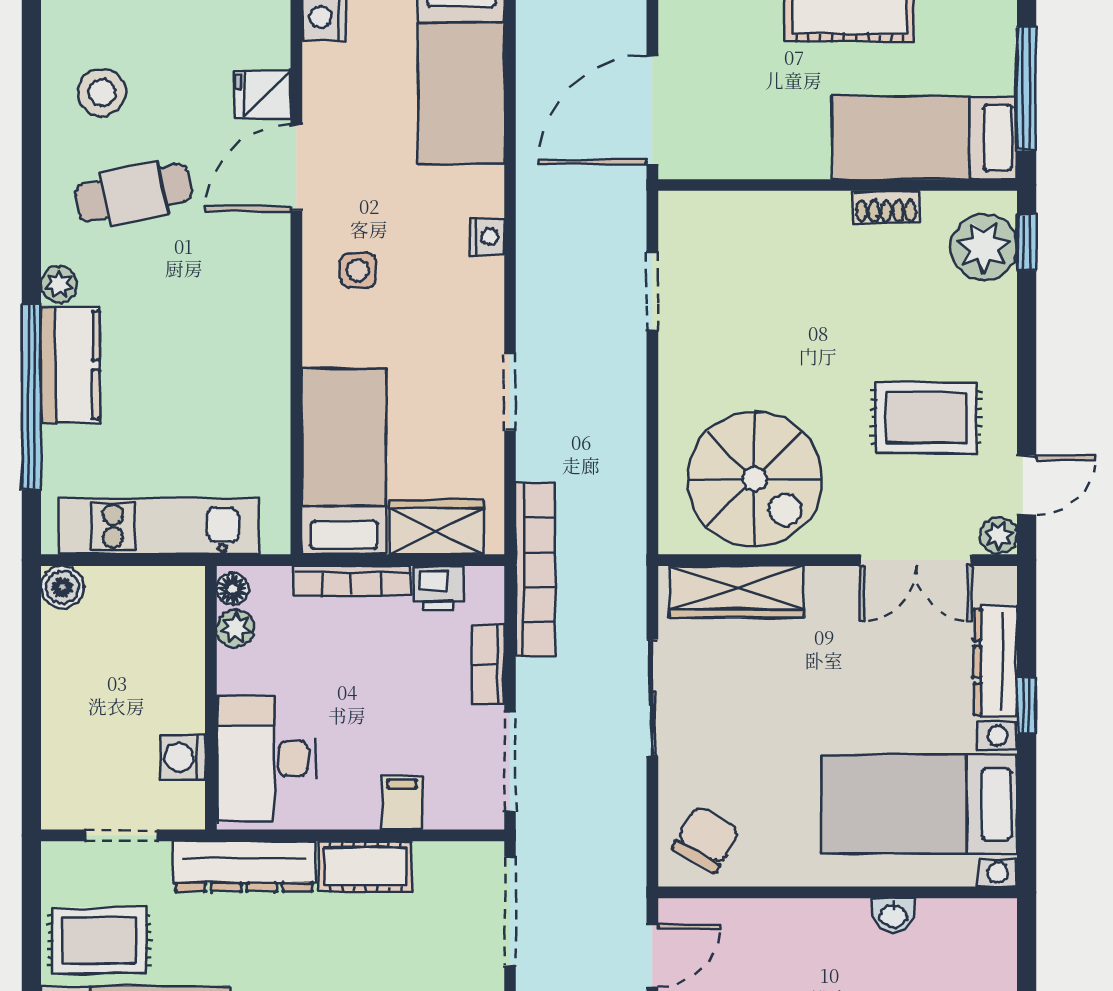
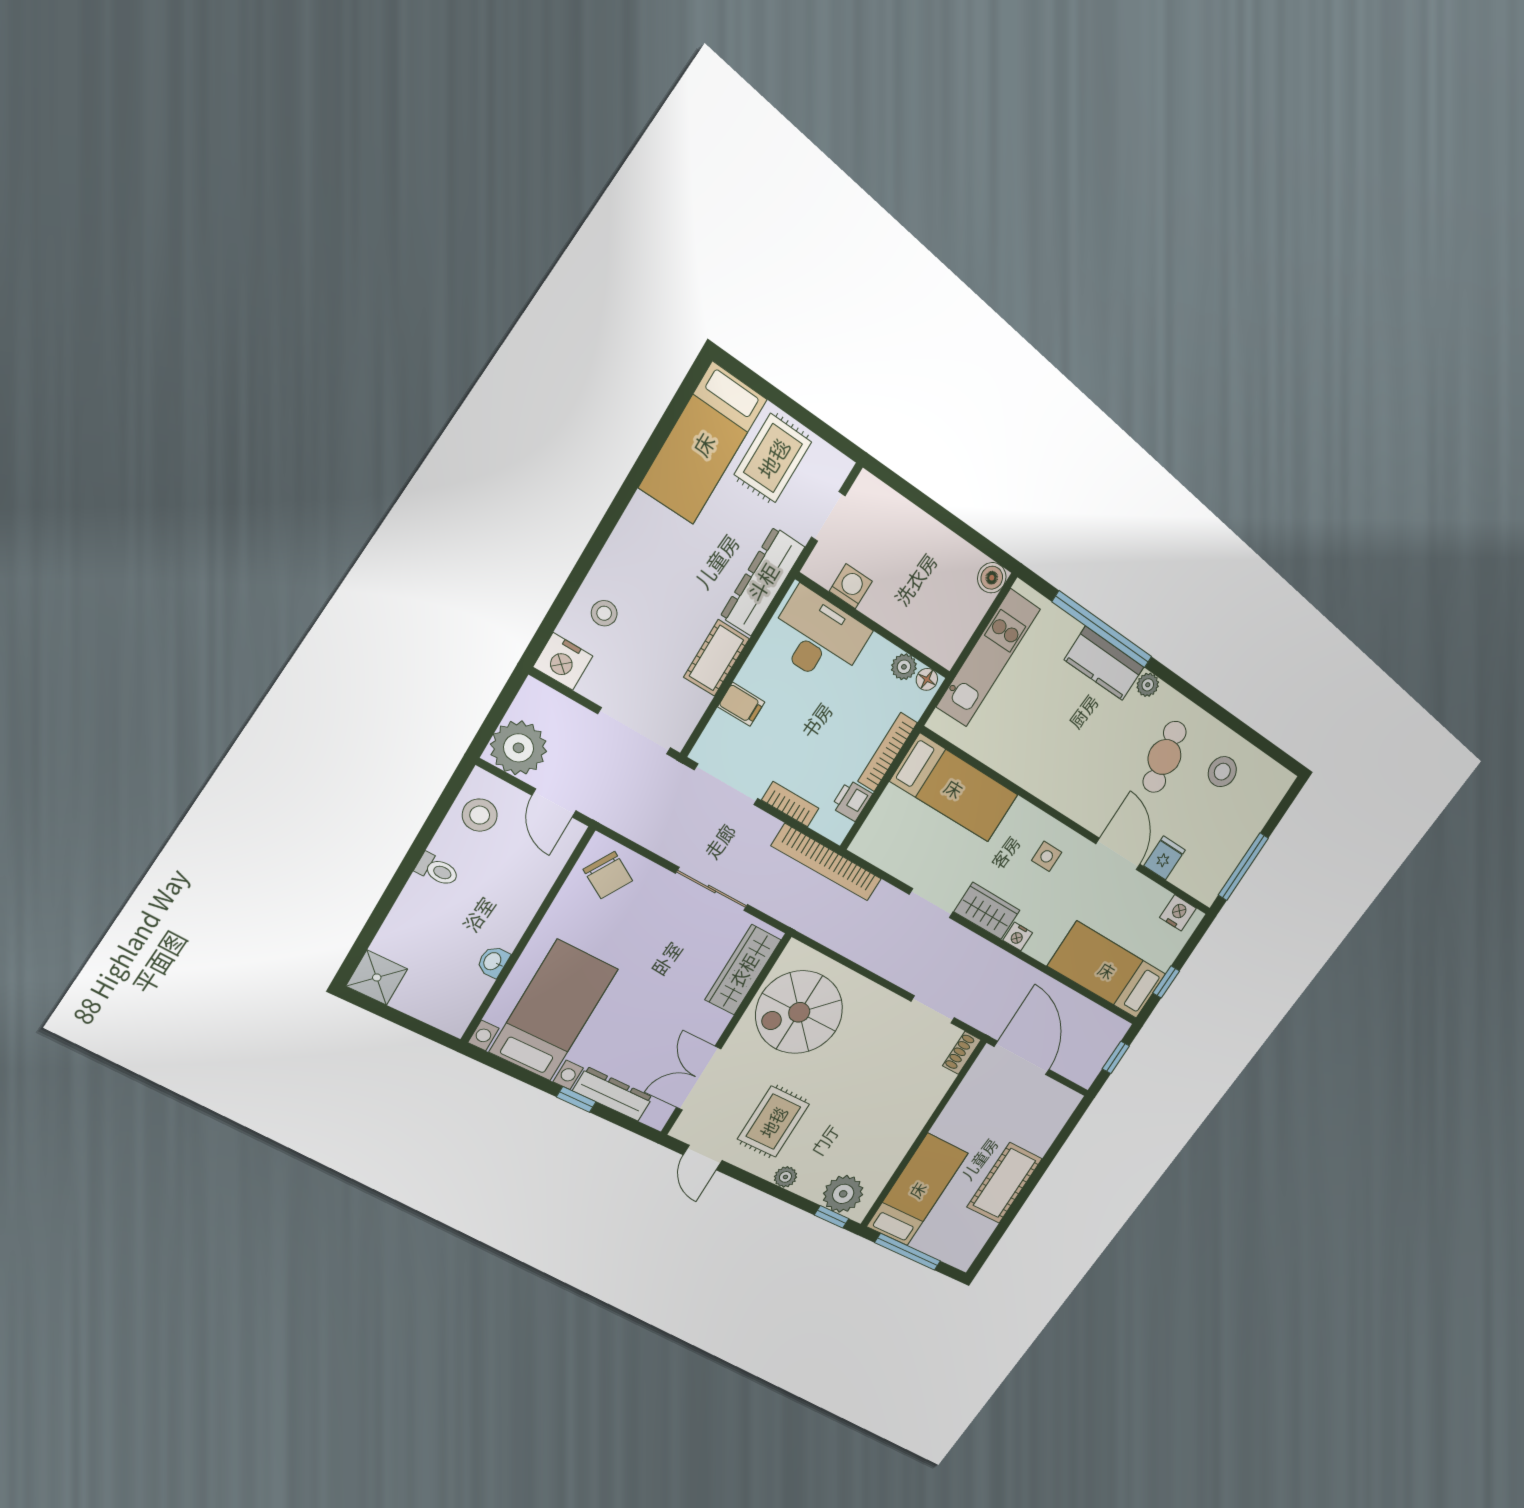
shoe rack: (886, 207) -> (962, 1053), moved
wardrobe: (437, 527) -> (987, 911), moved, turned -90
plant: (999, 535) -> (785, 1177), moved

